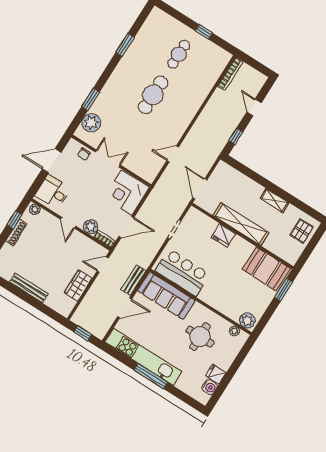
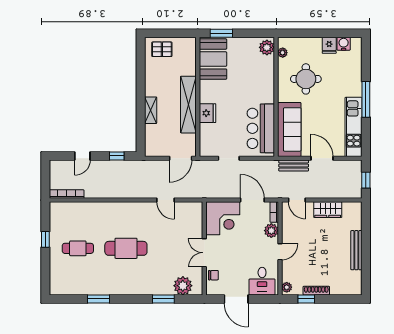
shelving: (275, 201) -> (151, 110), moved
kitchen unit: (143, 357) -> (354, 127), width x0.73

